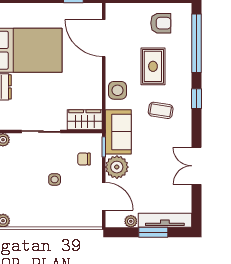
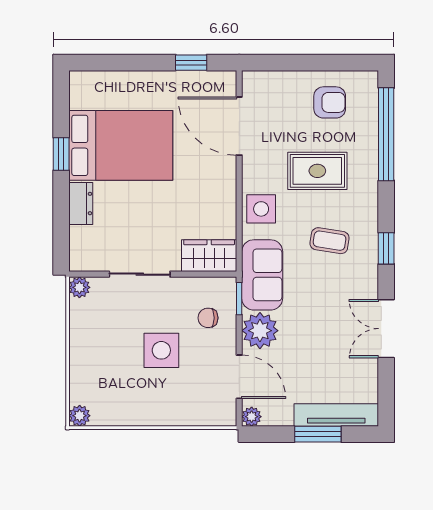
rug: (153, 66) -> (317, 171), turned 90
window: (196, 99) -> (386, 248), moved
side table: (55, 179) -> (161, 350), width x1.87, depth x1.87
plant: (131, 221) -> (252, 417), moved

